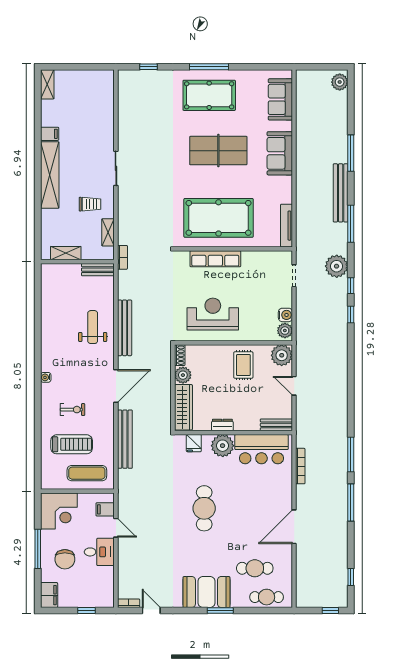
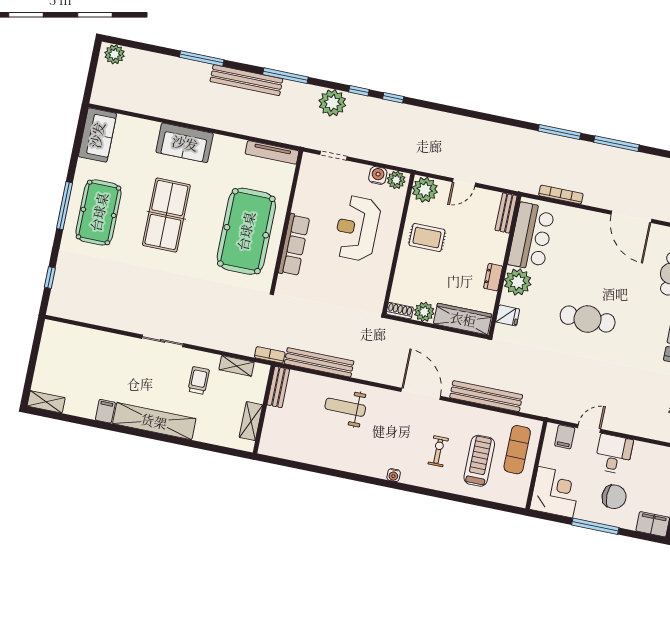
sofa: (280, 99) -> (97, 135), moved, turned -90
reception desk: (213, 314) -> (357, 228), moved
bench: (125, 328) -> (319, 362), moved

